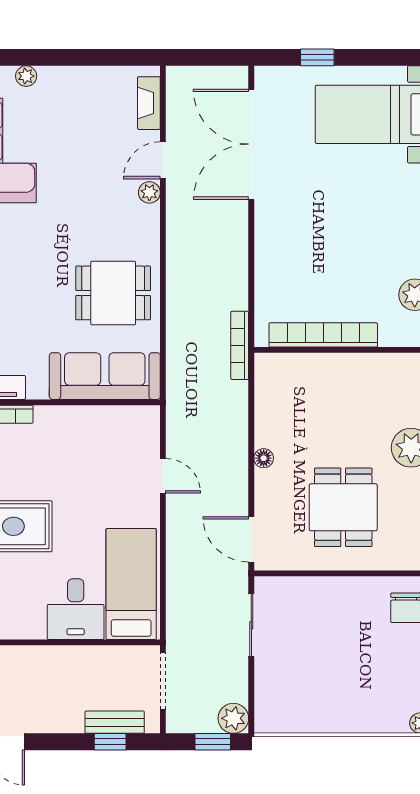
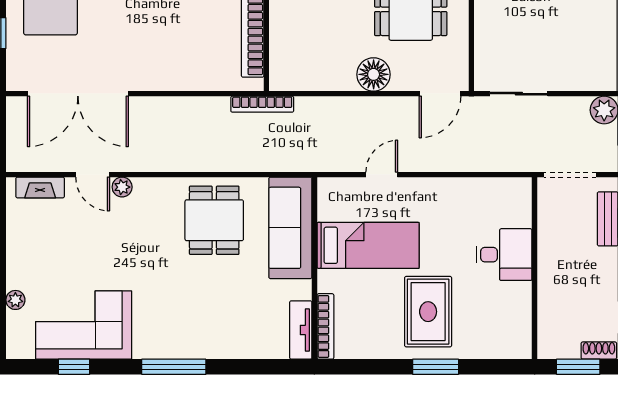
floor lamp: (264, 458) -> (374, 74), width x1.89, depth x1.89
bed: (131, 584) -> (368, 245), moved, turned 180

